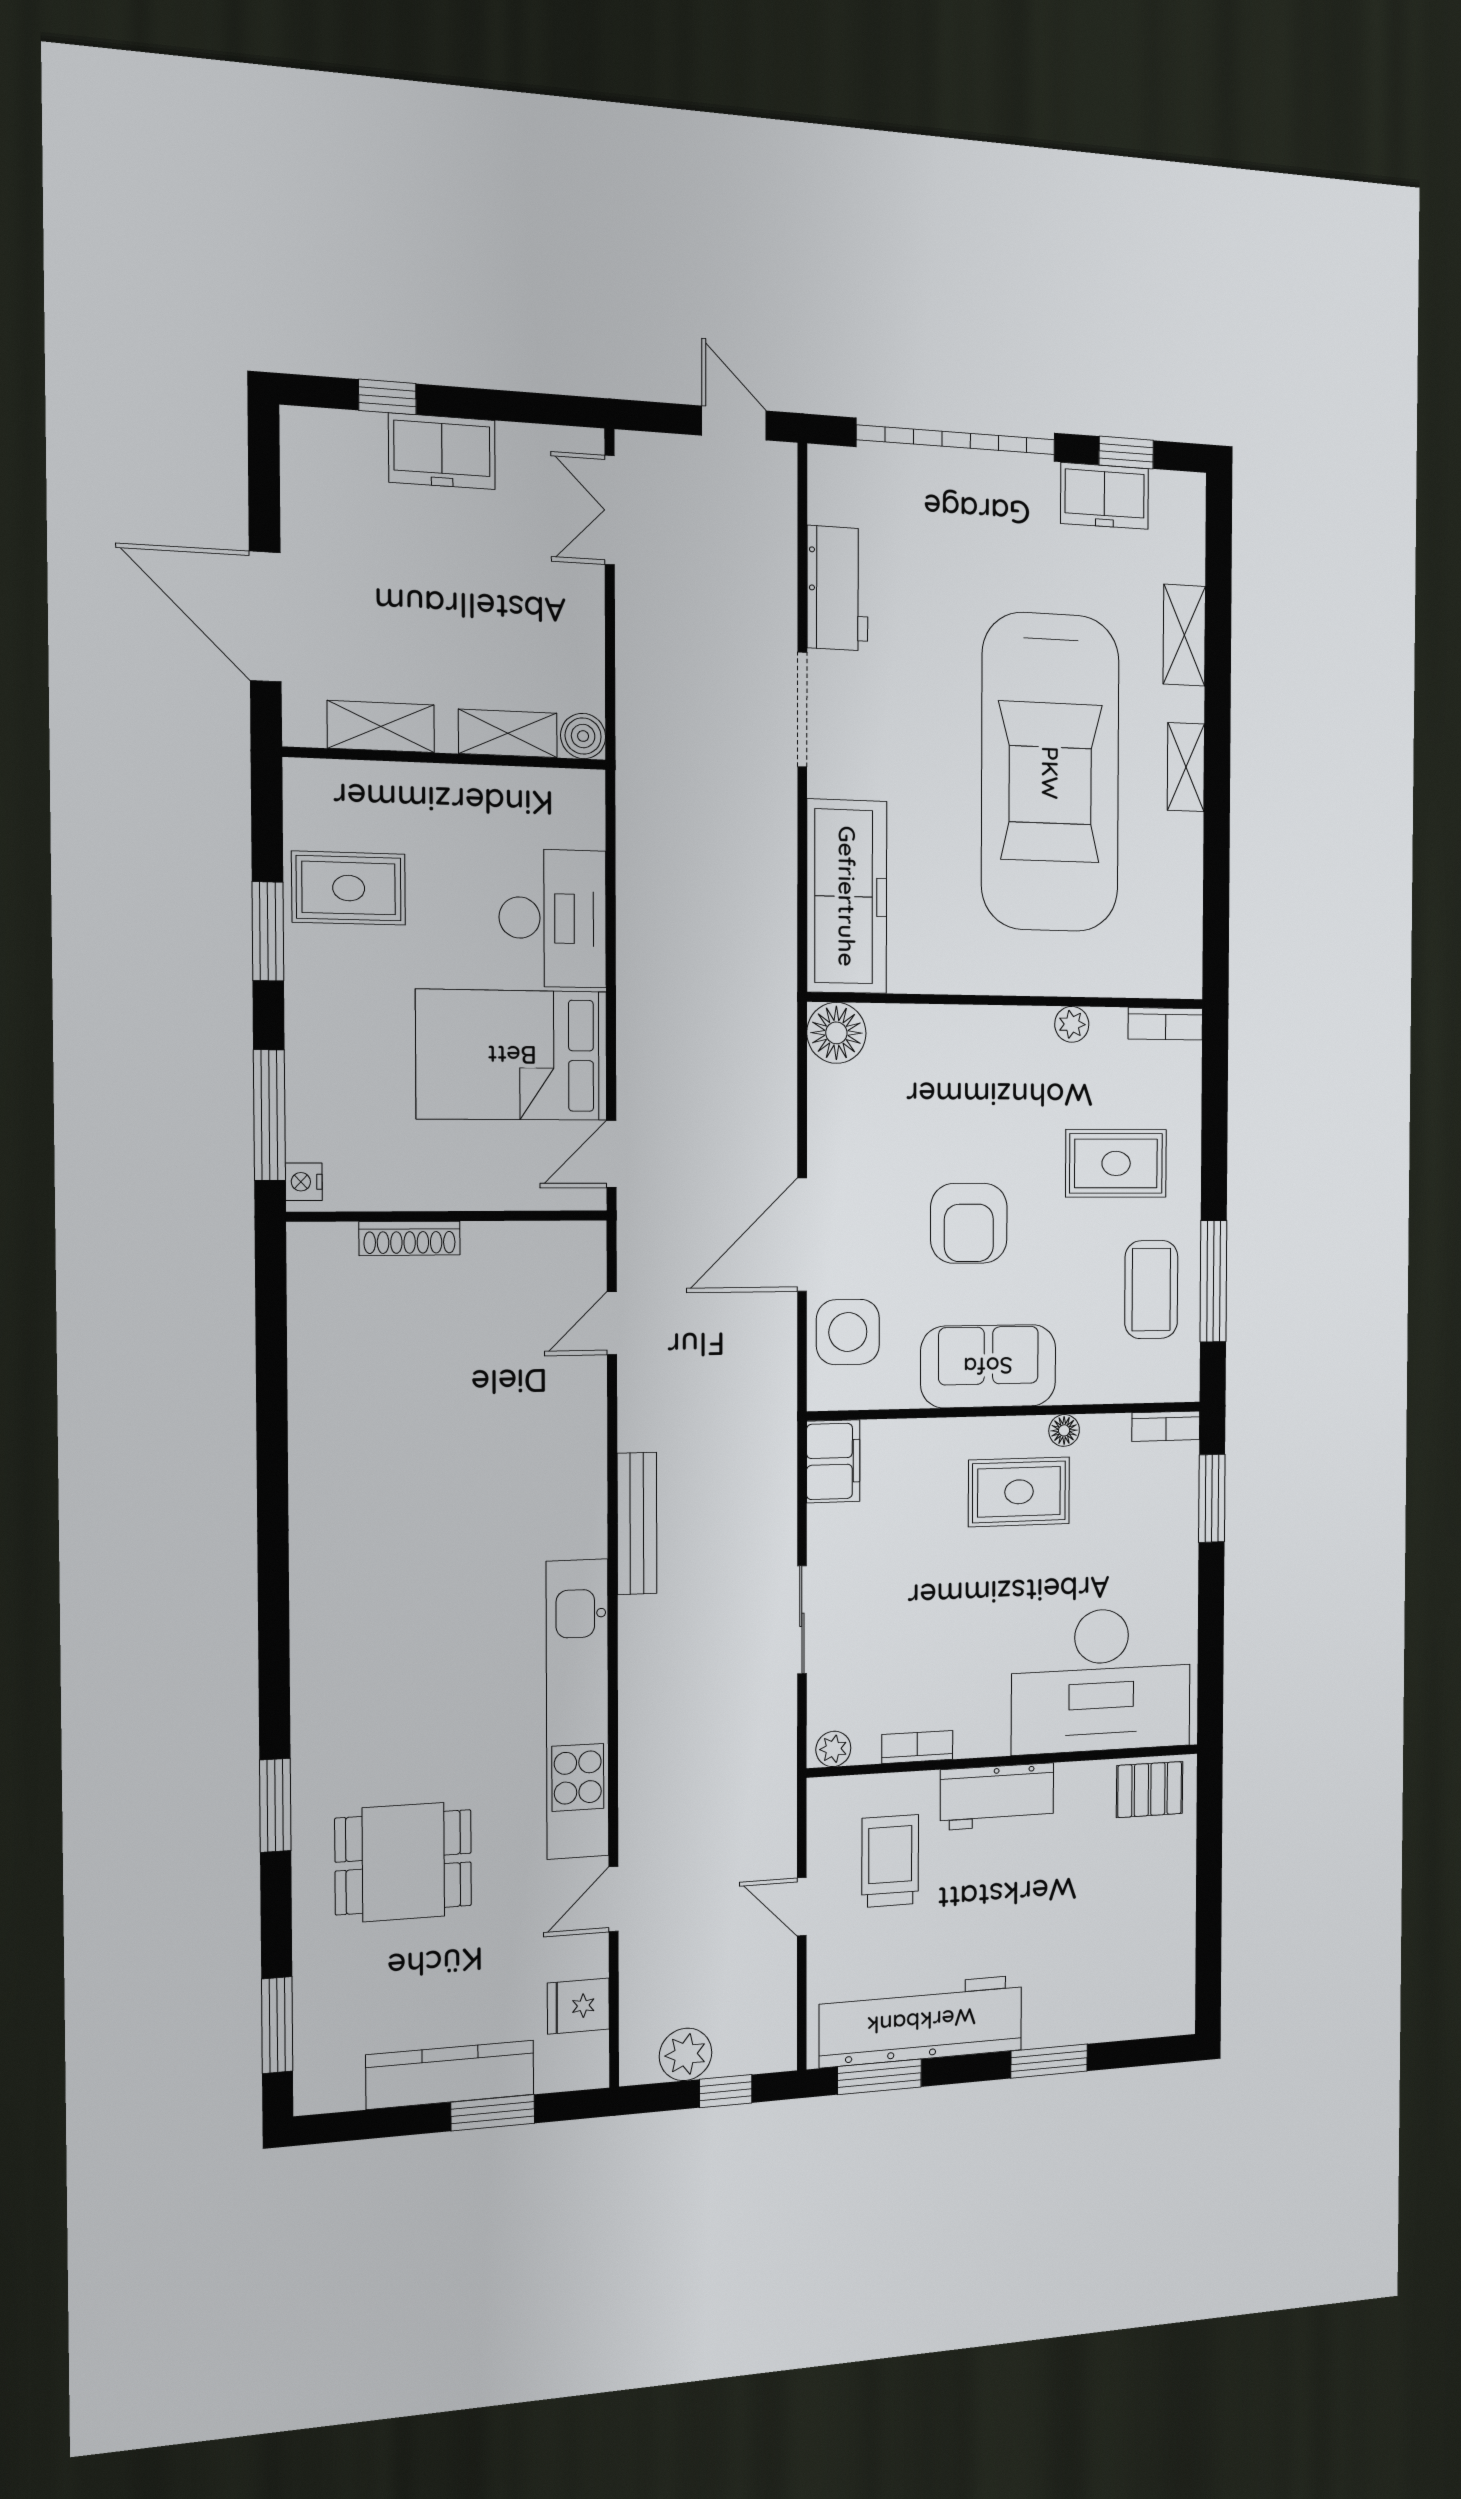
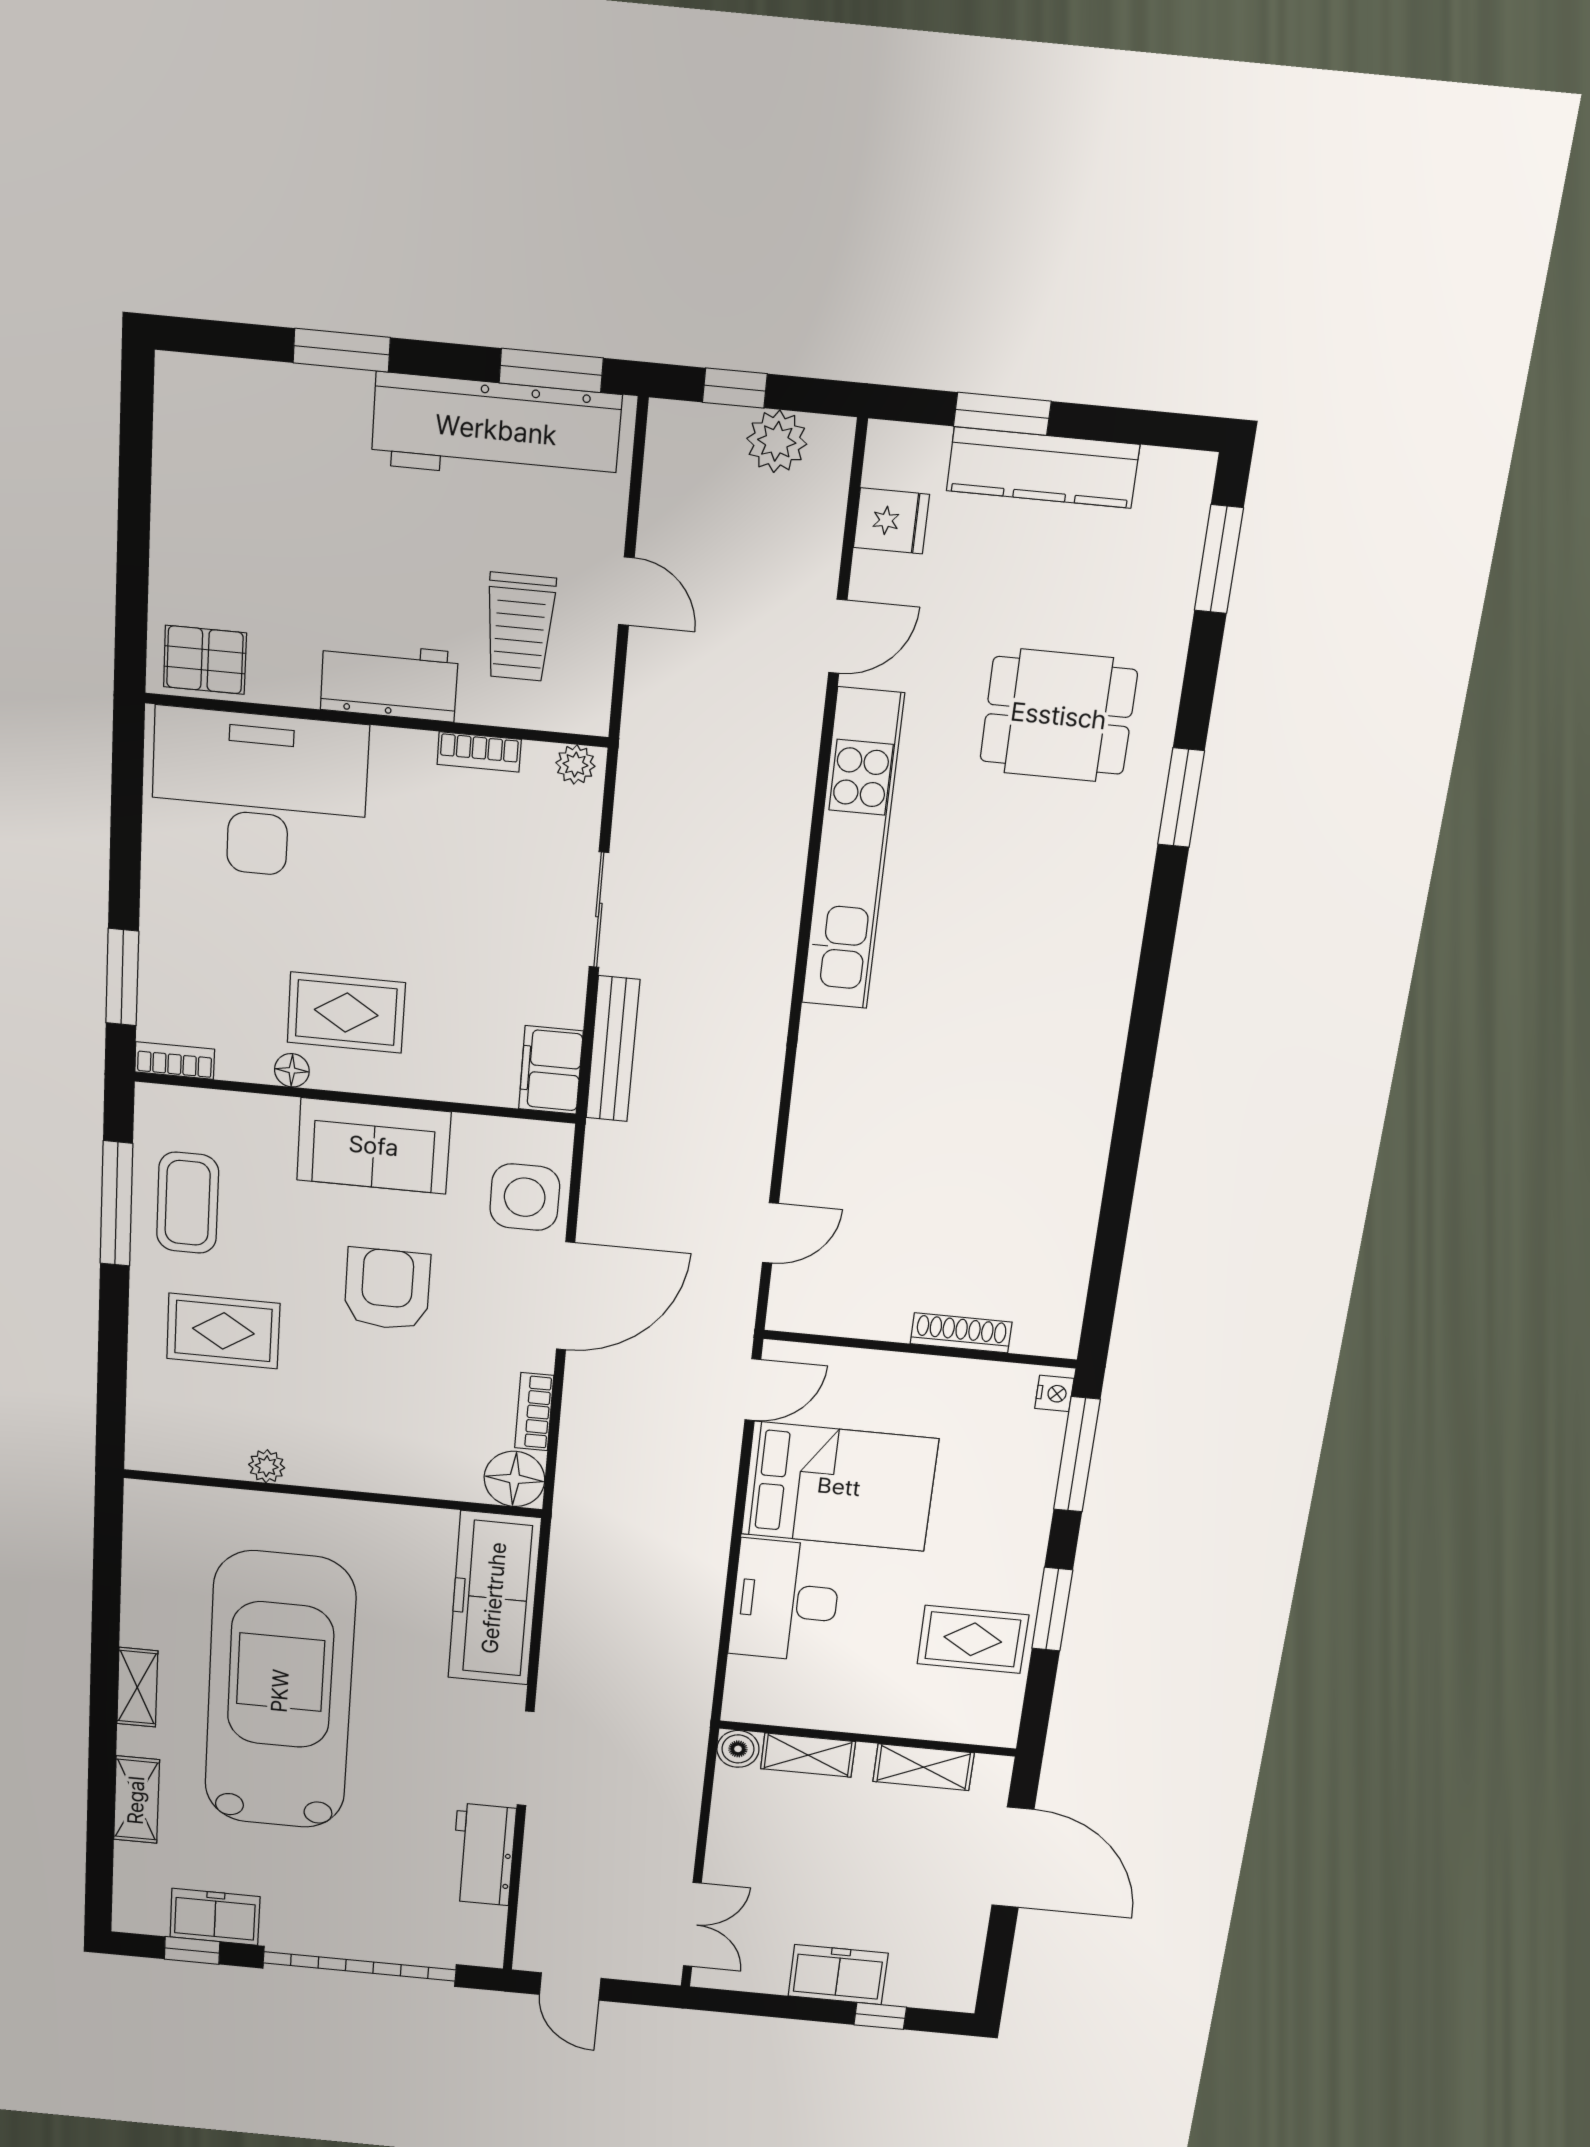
bookcase: (1165, 1024) -> (534, 1412), moved, turned -90
bench: (637, 1523) -> (613, 1049), moved

